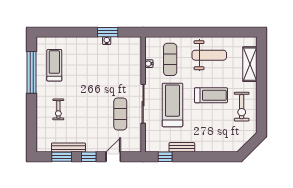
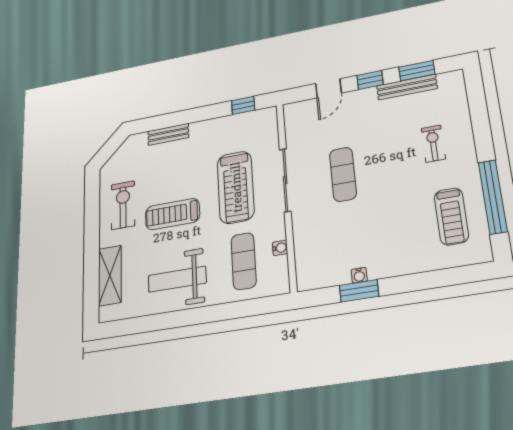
exercise mat: (120, 114) -> (343, 174), moved
bench: (182, 147) -> (168, 134), moved

